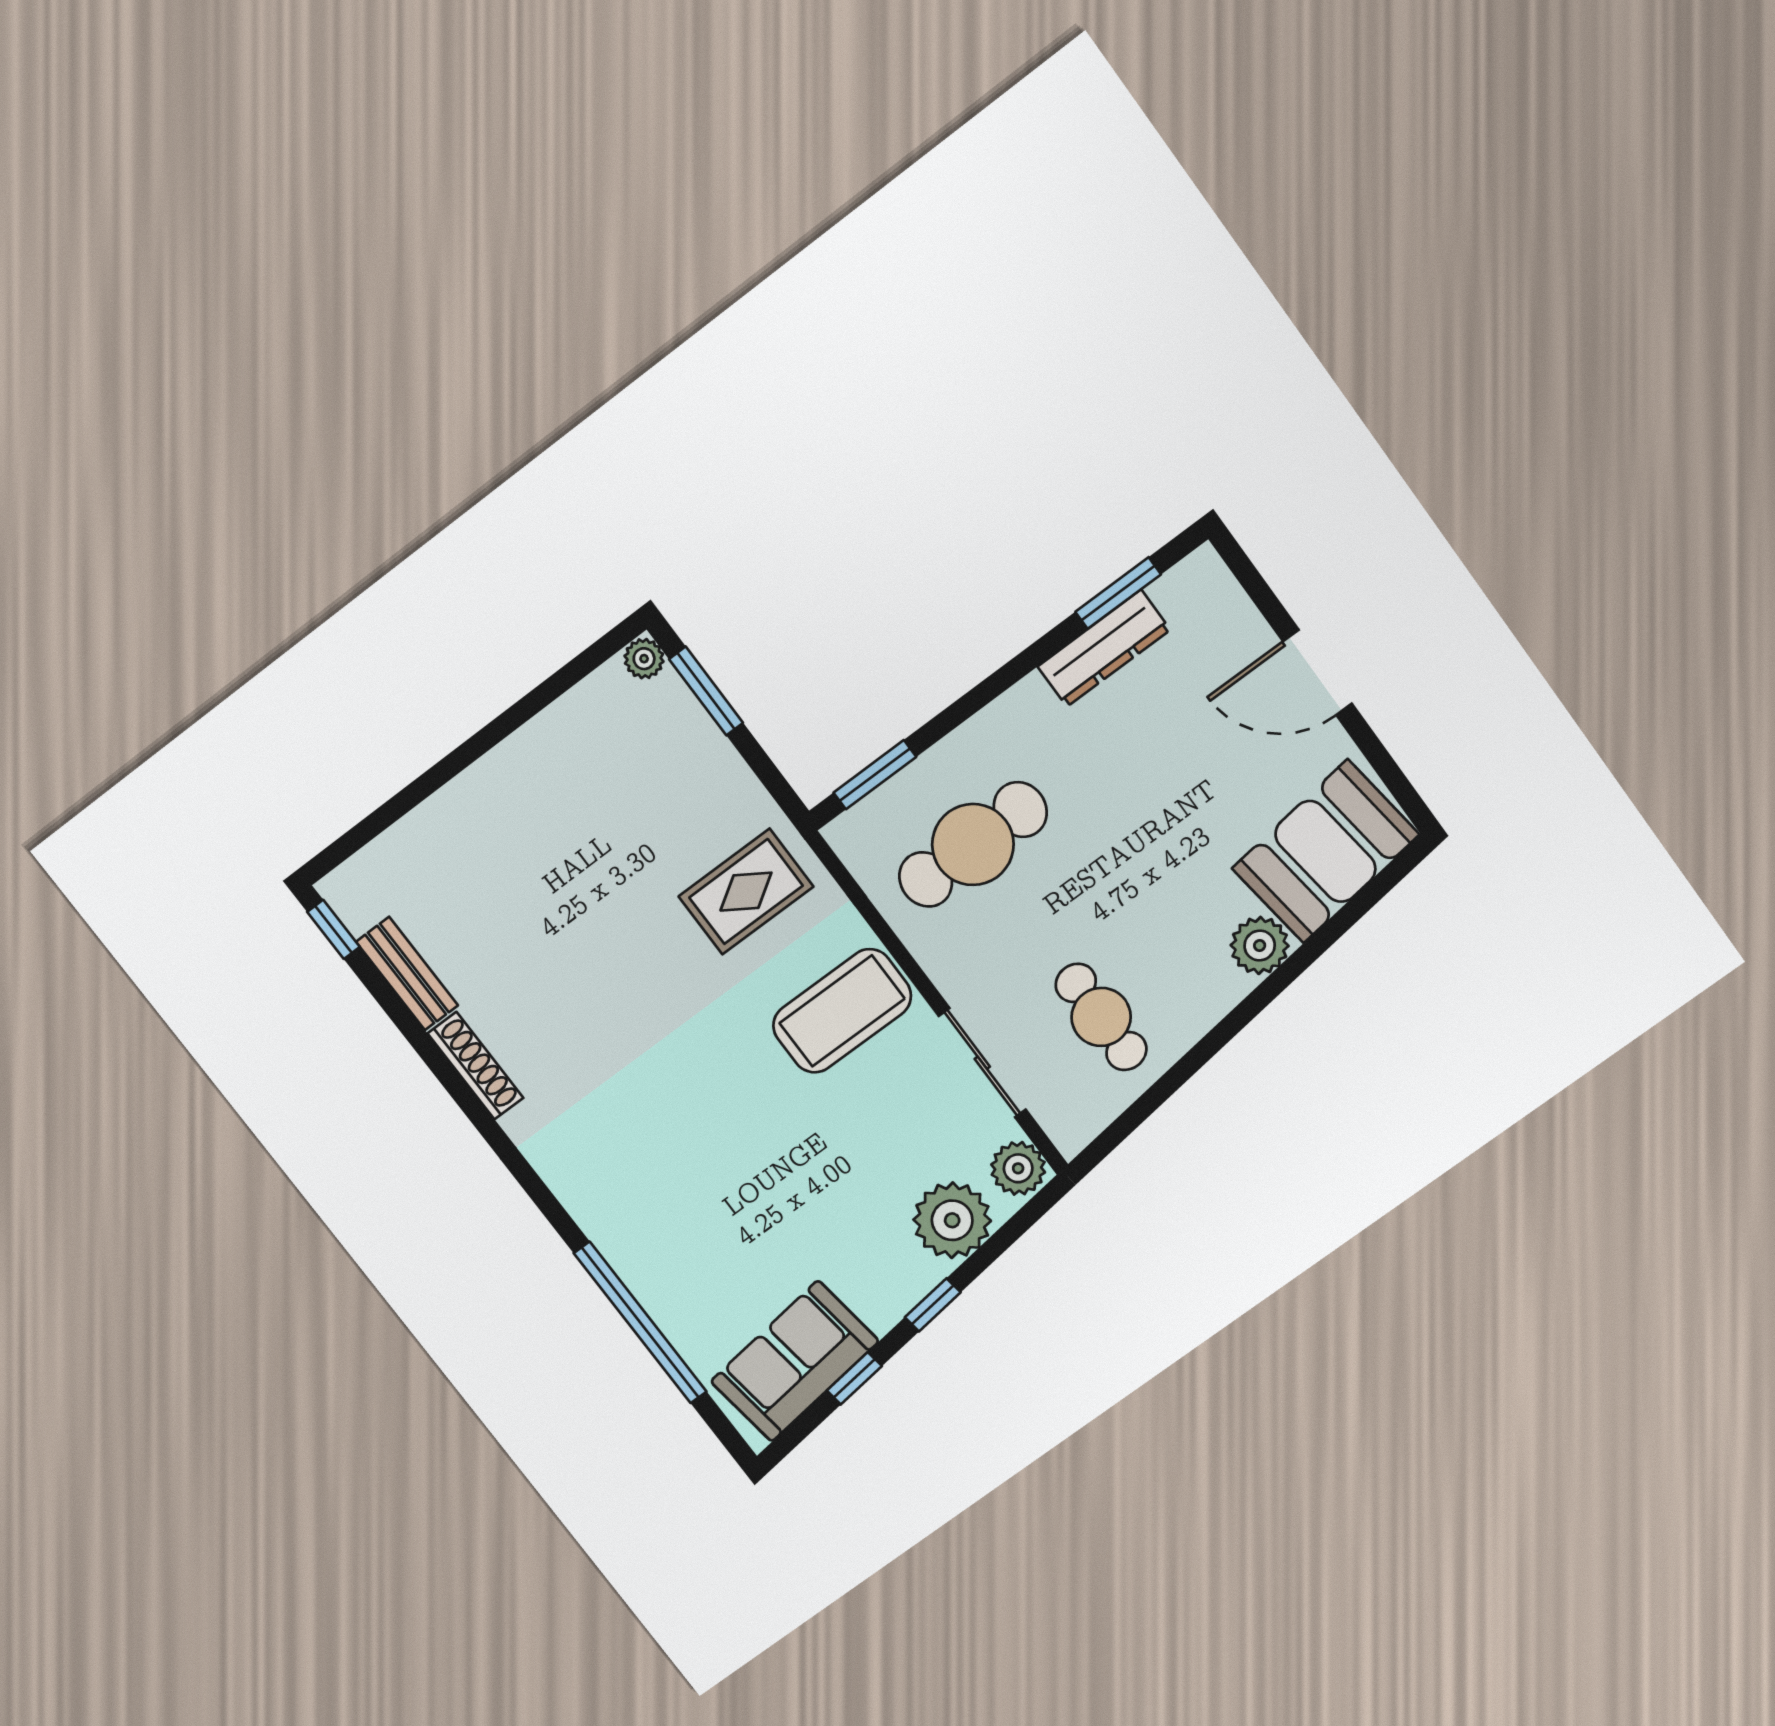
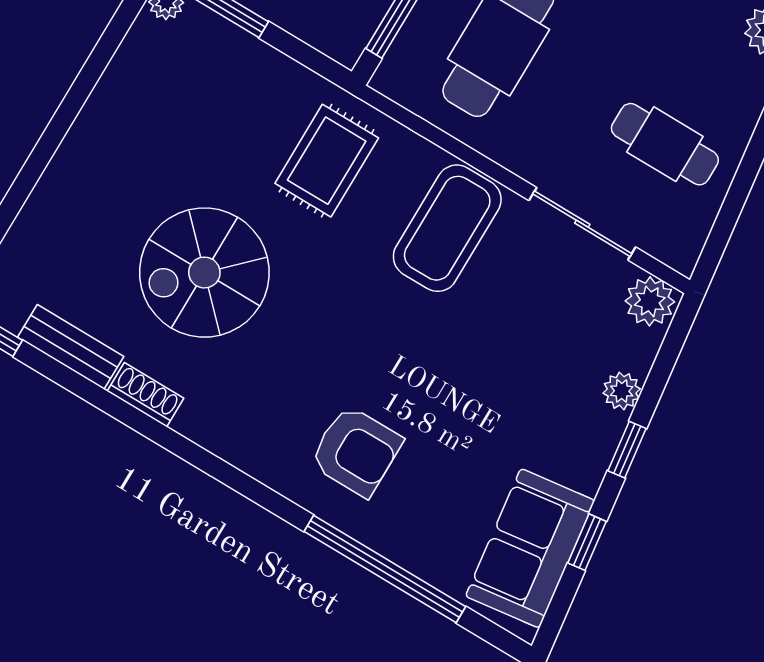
spiral stairs: (574, 954) -> (204, 273), added
shoe rack: (475, 1066) -> (145, 395), width x0.70
armchair: (658, 1196) -> (356, 451), added
plant: (952, 1220) -> (622, 391), width x0.53, depth x0.53

